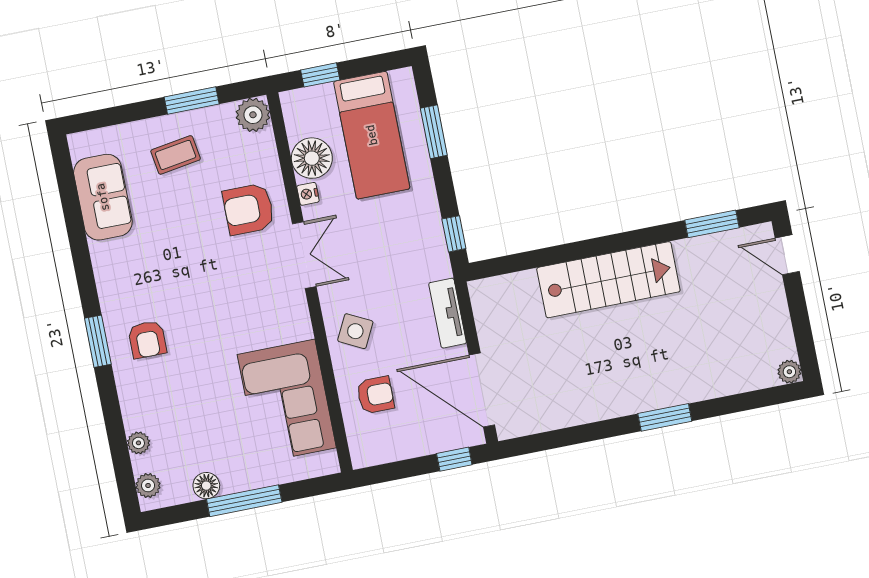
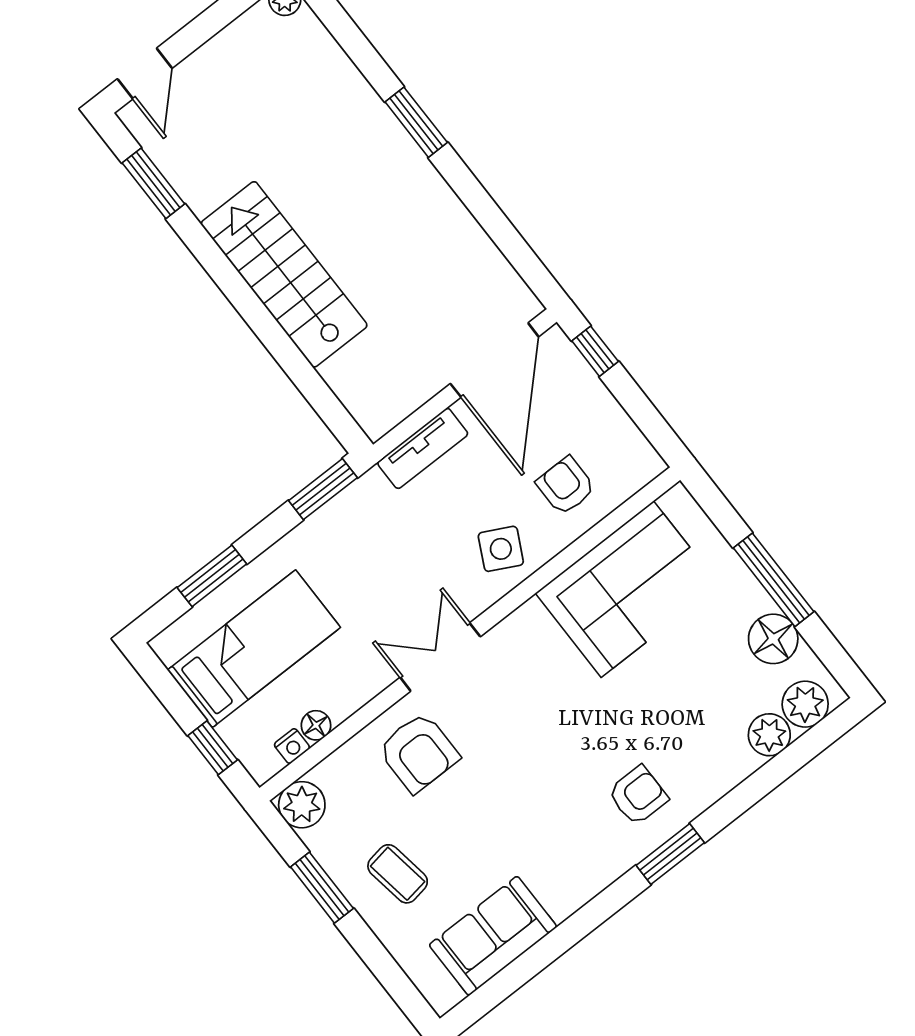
floor lamp: (312, 158) -> (316, 725), width x0.53, depth x0.53
nightstand: (308, 194) -> (292, 746), moved
window: (454, 234) -> (323, 489), width x1.50
plant: (138, 443) -> (769, 735), width x1.38, depth x1.38
plant: (148, 486) -> (805, 704), width x1.38, depth x1.38
floor lamp: (206, 486) -> (773, 639), width x1.38, depth x1.38

